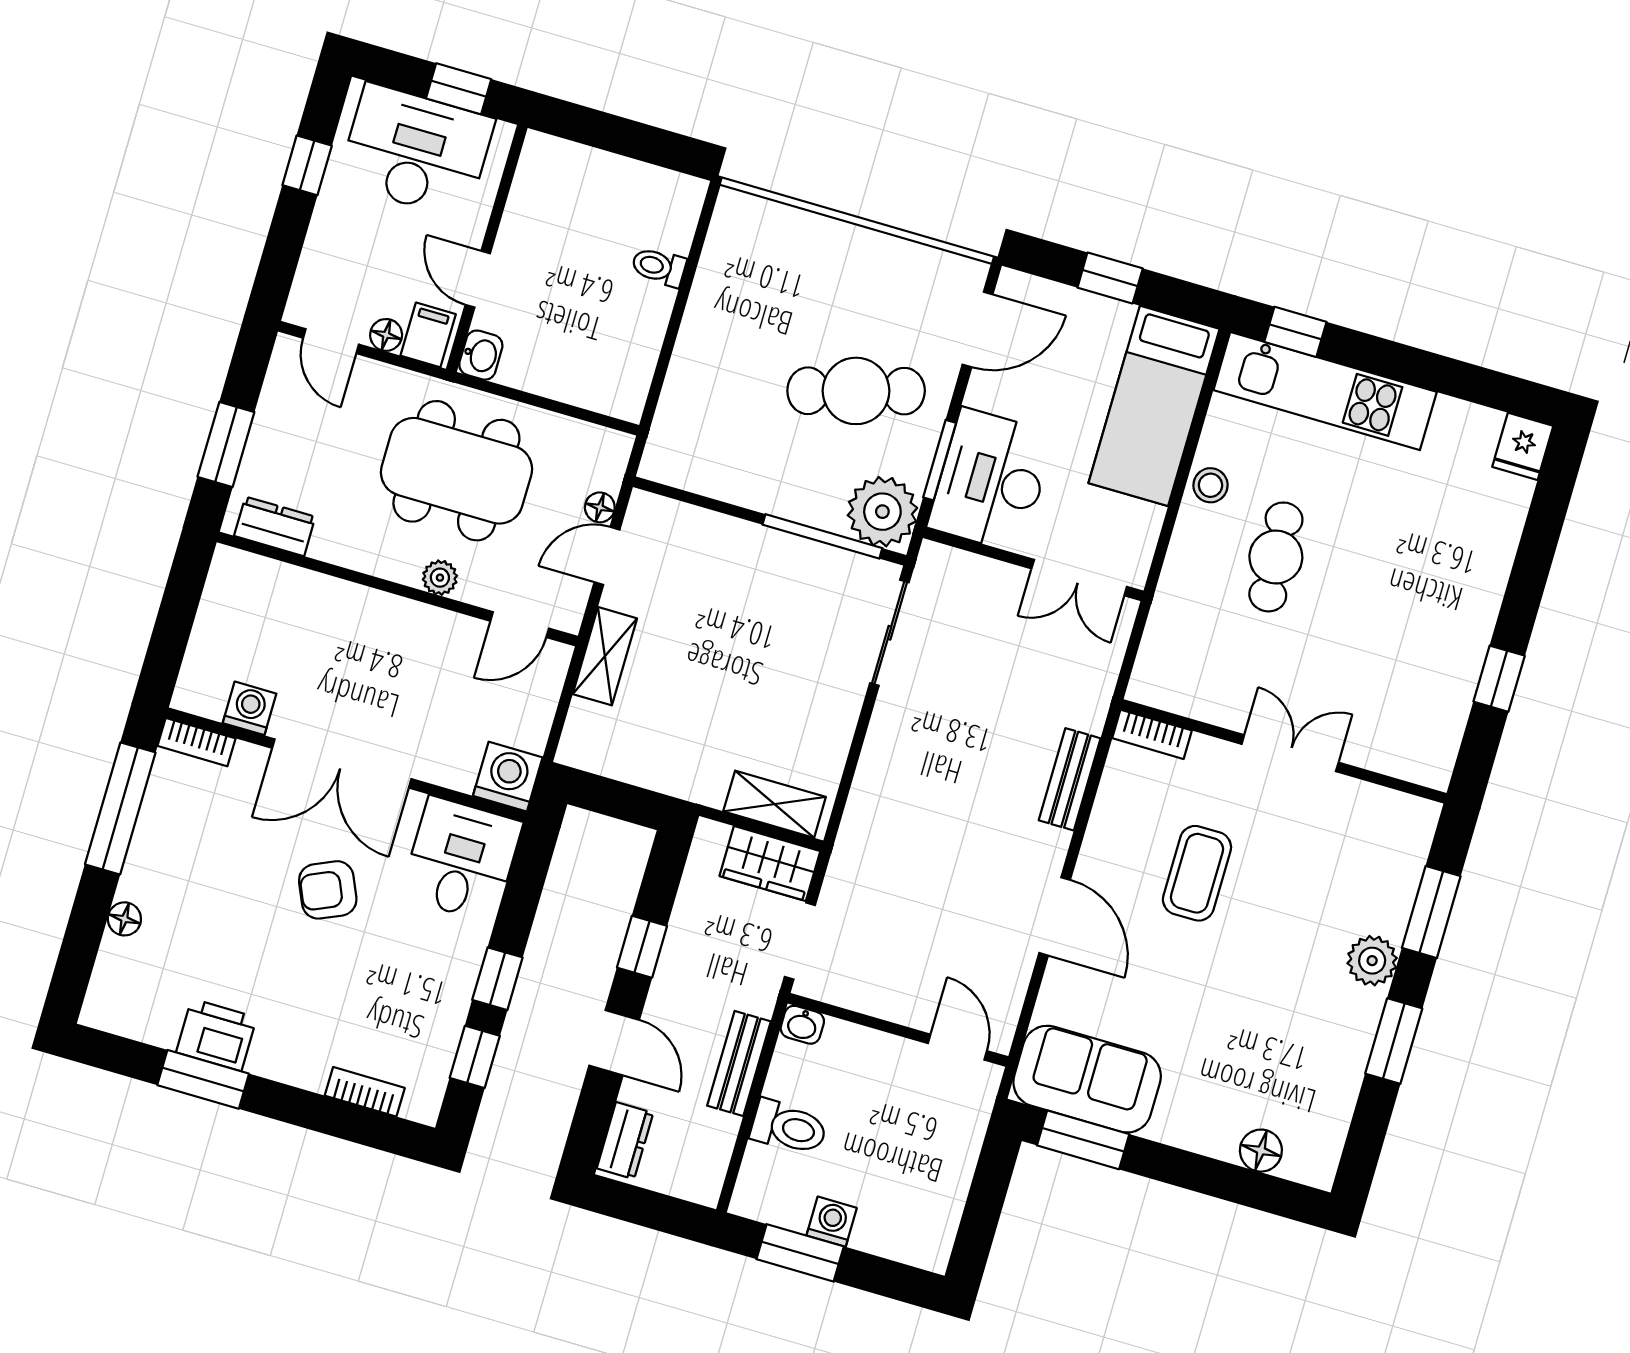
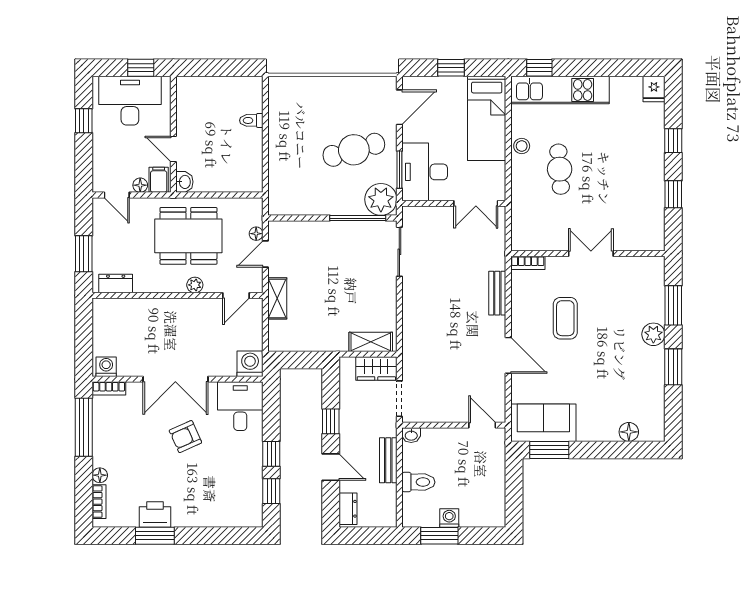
window: (1532, 566) -> (673, 141), added
washing machine: (250, 708) -> (106, 367), moved
bookcase: (365, 1092) -> (99, 502), moved, turned 90

